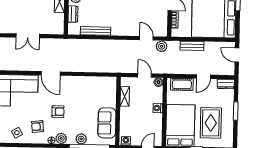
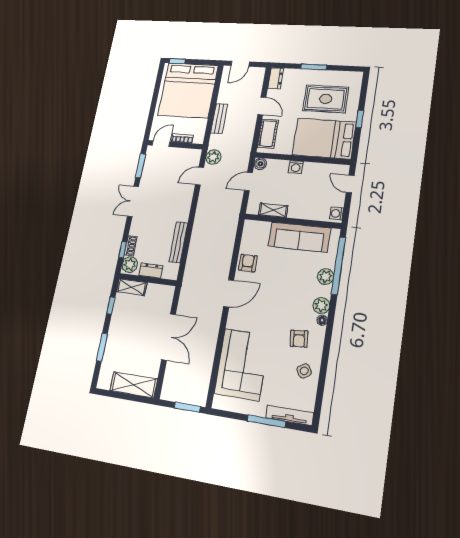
double door: (28, 36) -> (169, 337), width x1.37
door: (51, 73) -> (229, 293), moved
armchair: (58, 112) -> (248, 263), moved
sofa: (107, 123) -> (299, 237), width x1.36

